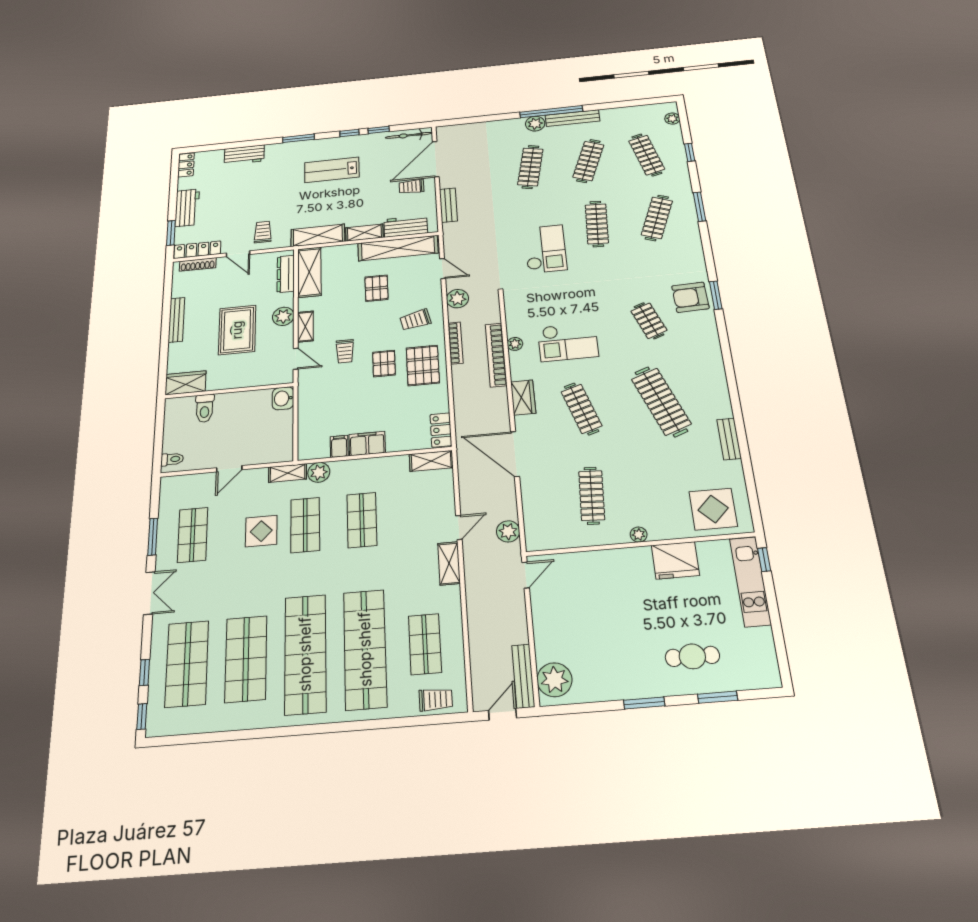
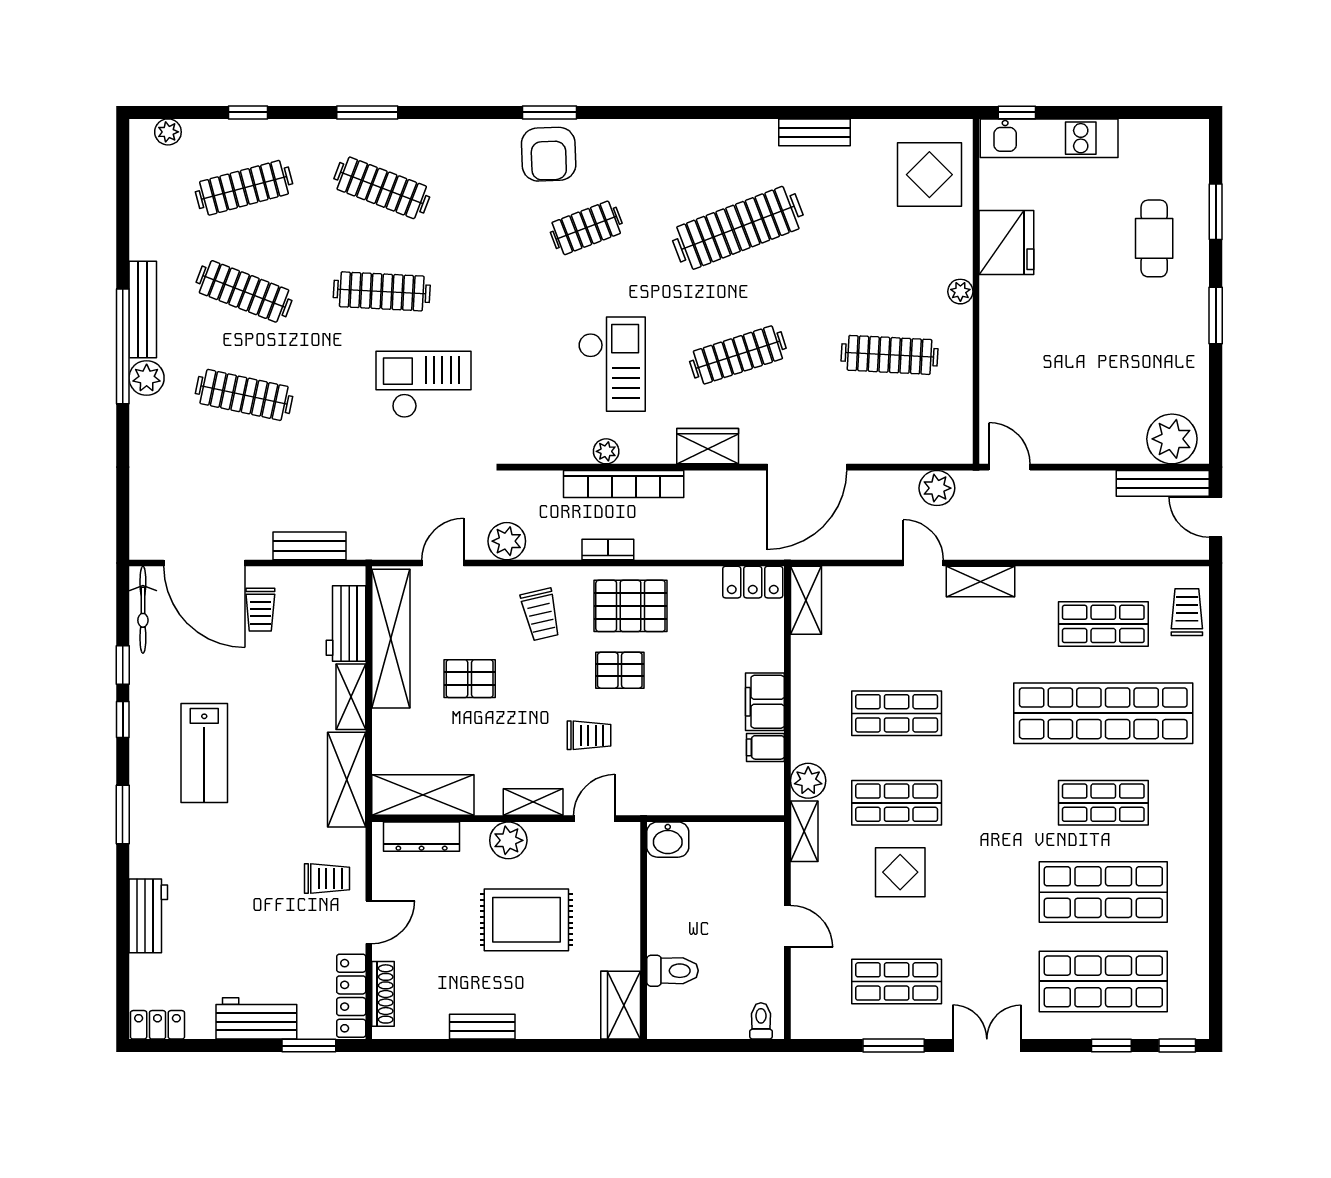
trolley: (263, 232) -> (327, 879), turned 180
bench: (176, 320) -> (482, 1027), width x0.73
bookcase: (455, 343) -> (608, 550), width x0.64
shop shelf: (305, 654) -> (1103, 803), width x0.50, depth x0.74

